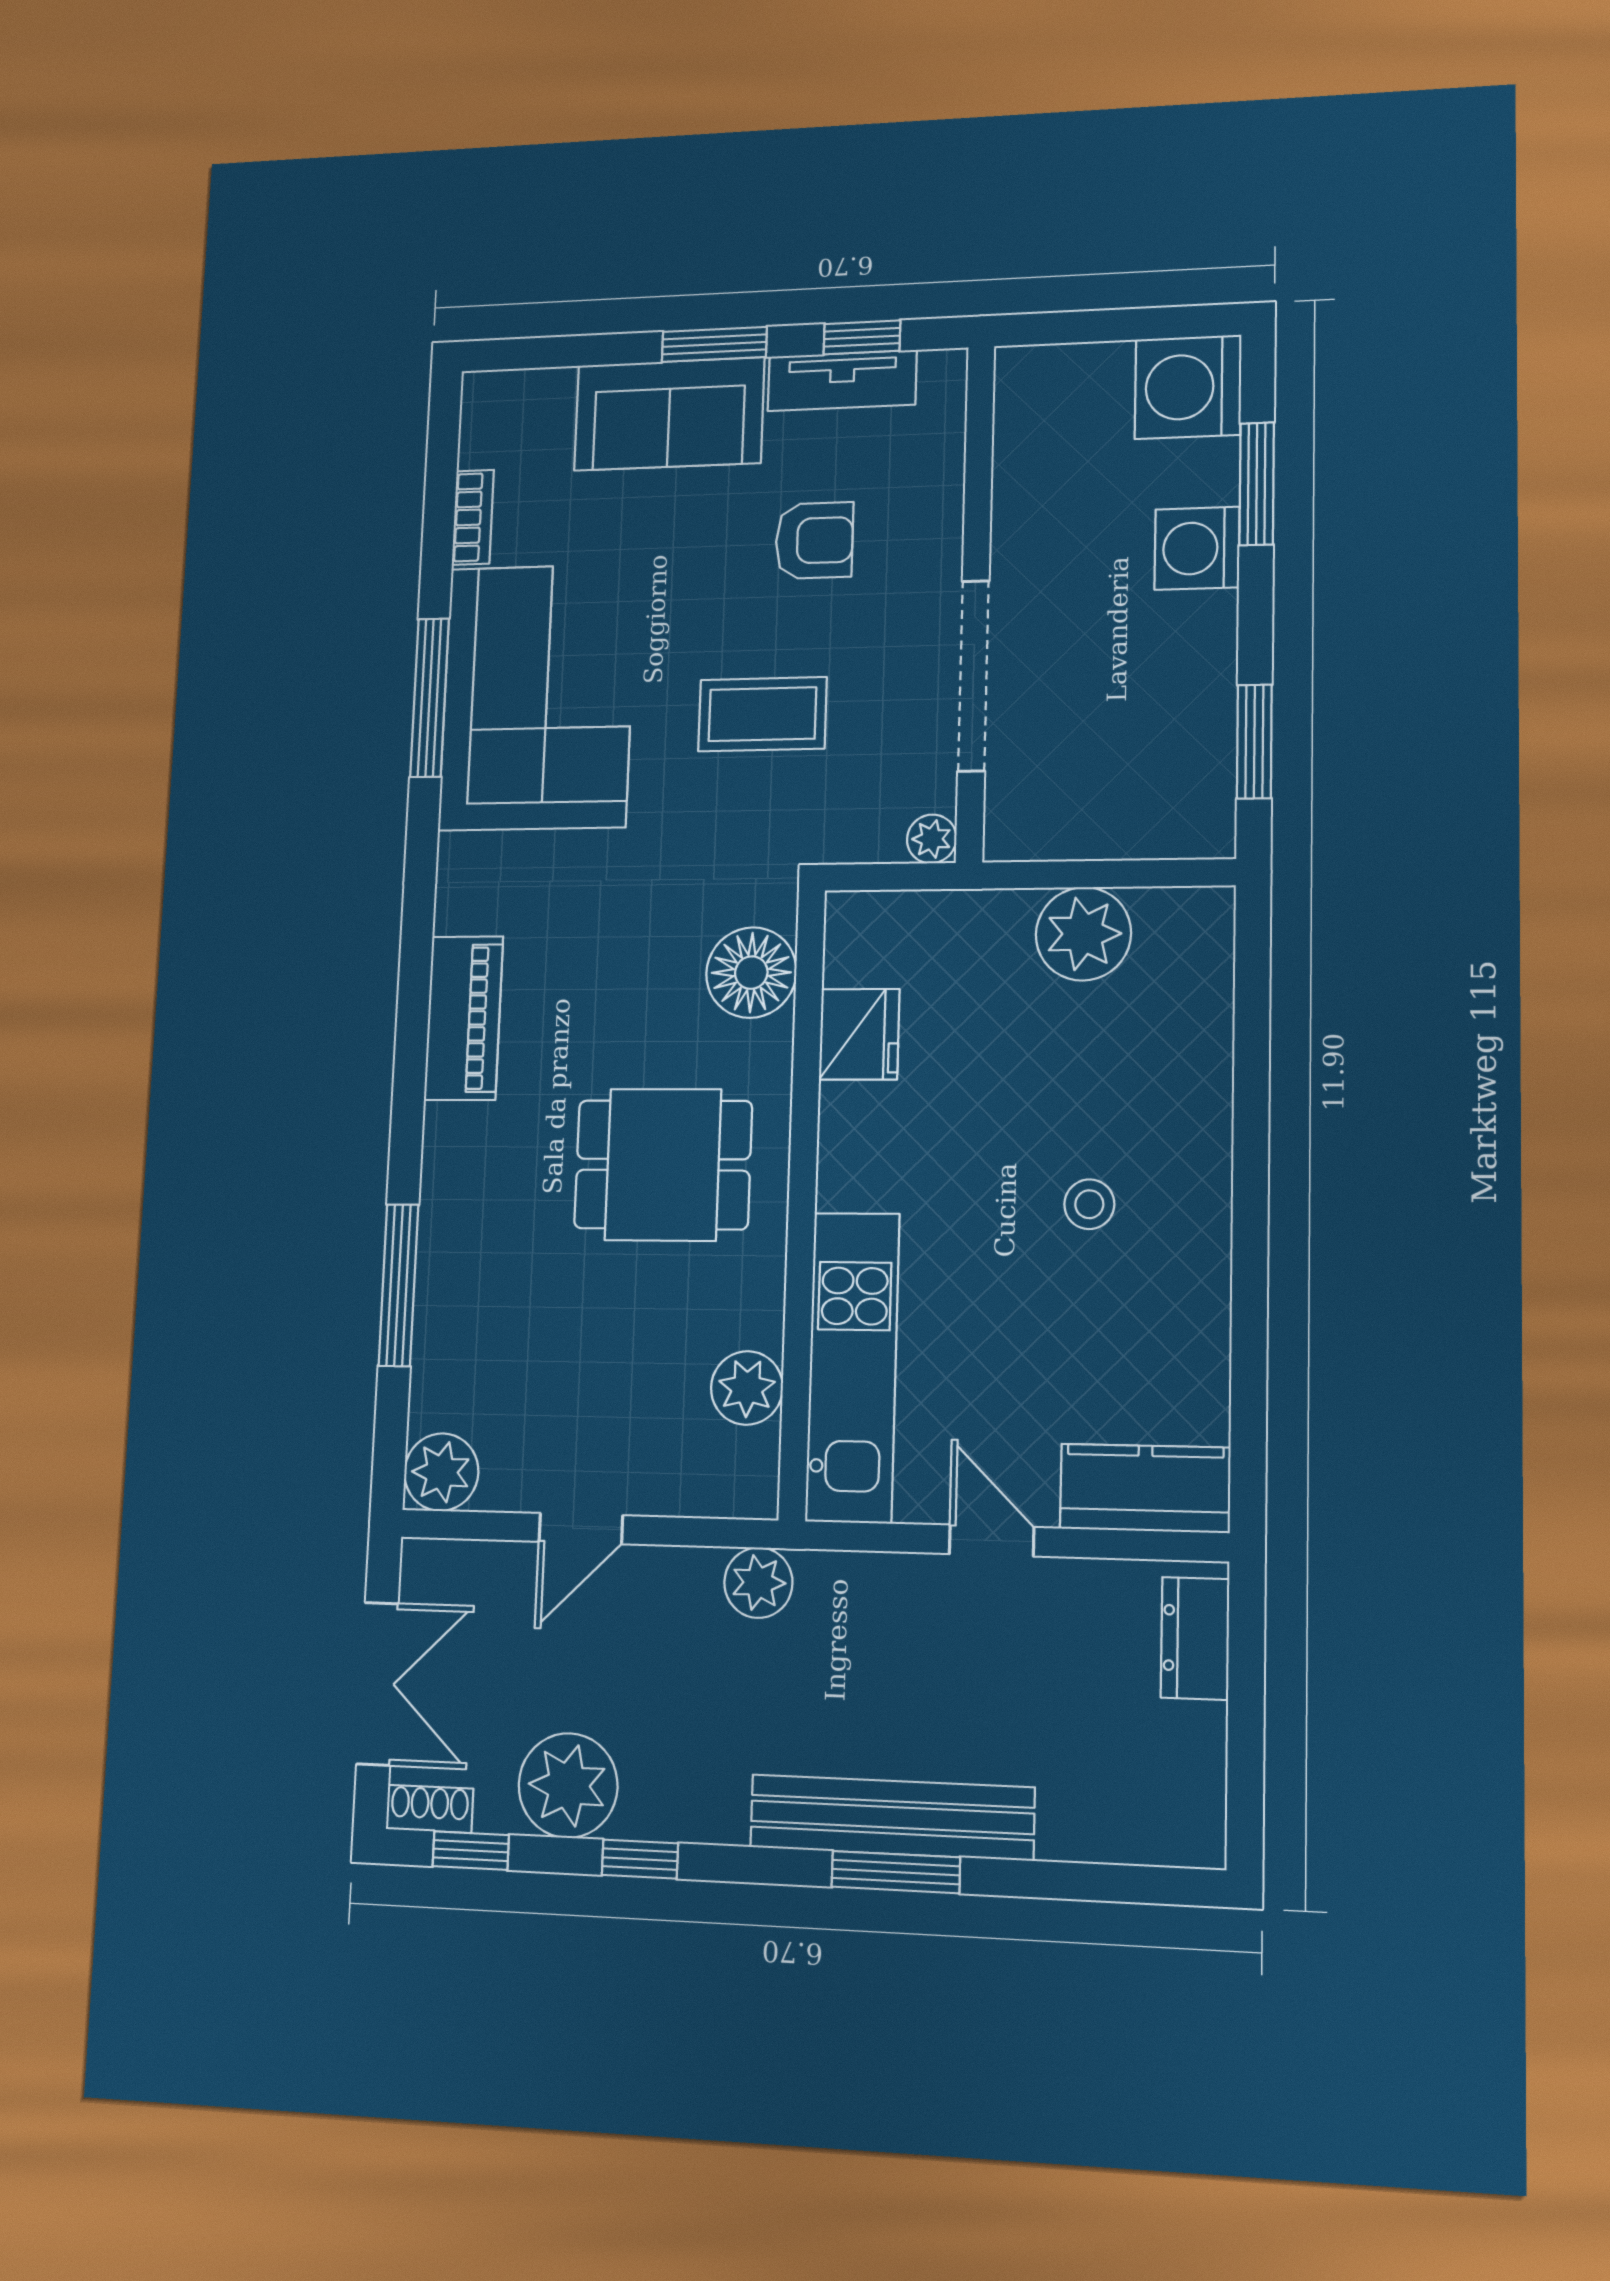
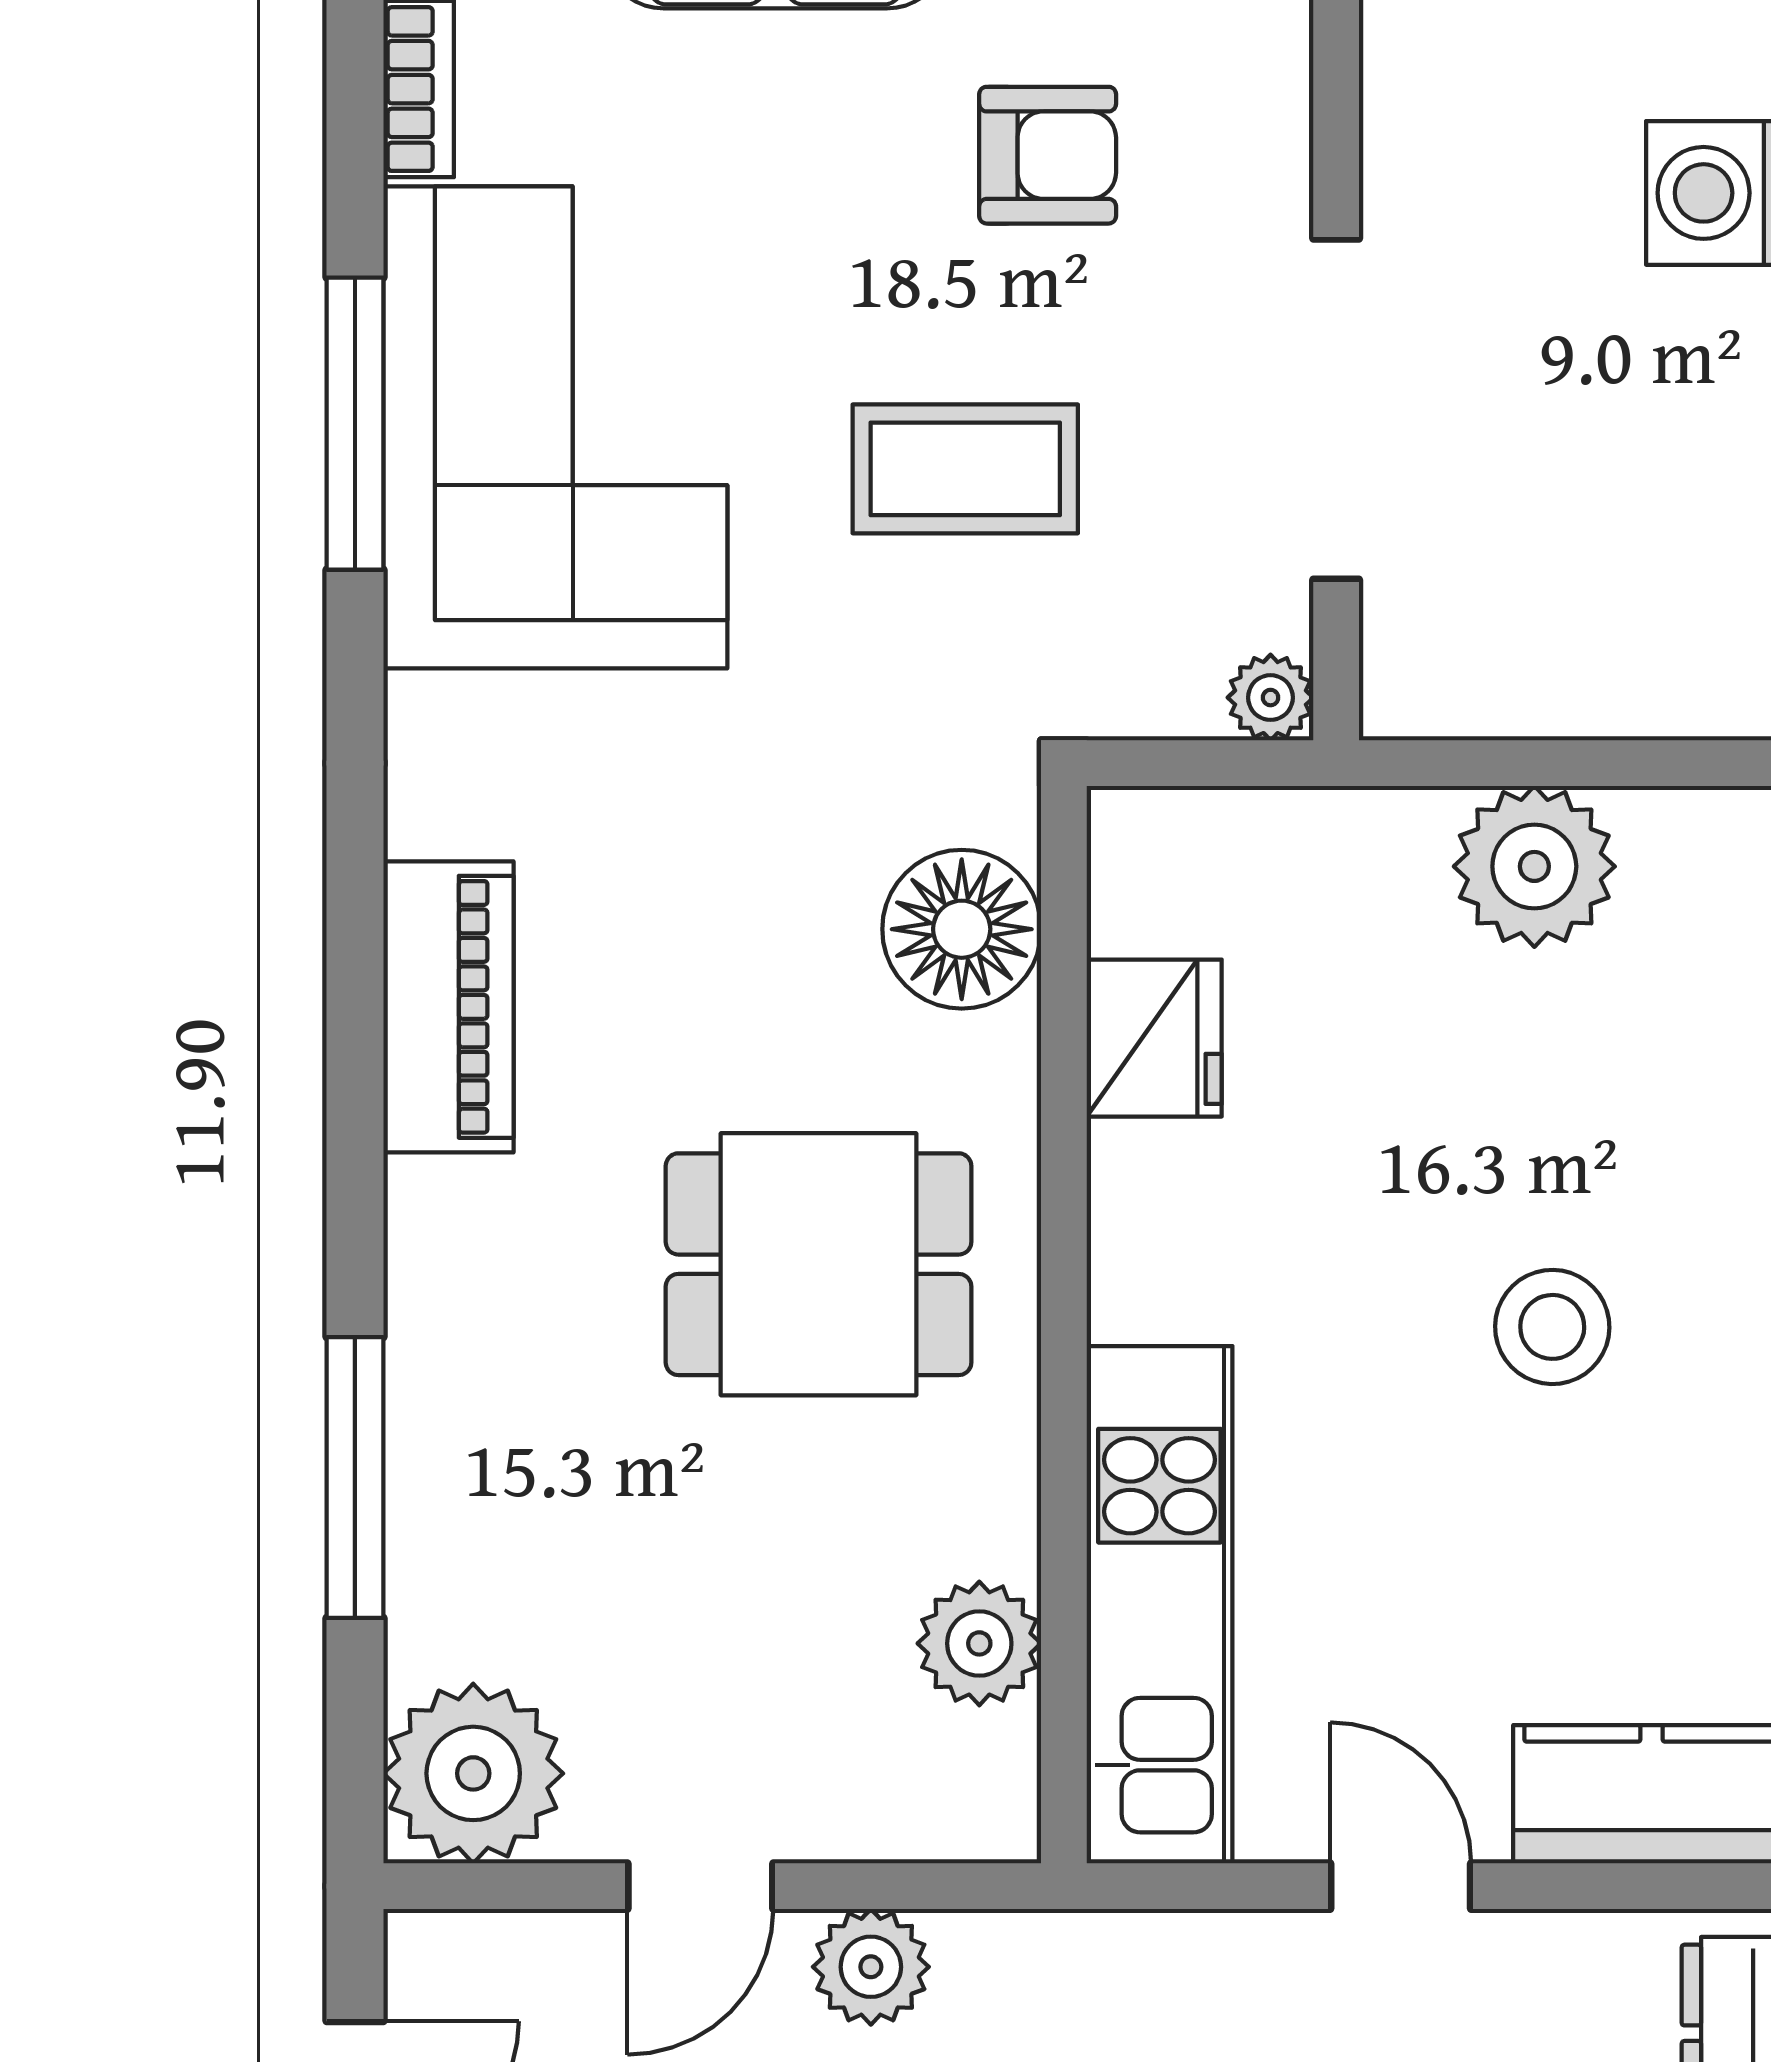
stool: (1089, 1204) -> (1552, 1327), width x1.37, depth x1.37
plant: (441, 1472) -> (473, 1773), width x1.36, depth x1.36
plant: (758, 1583) -> (871, 1967), moved

